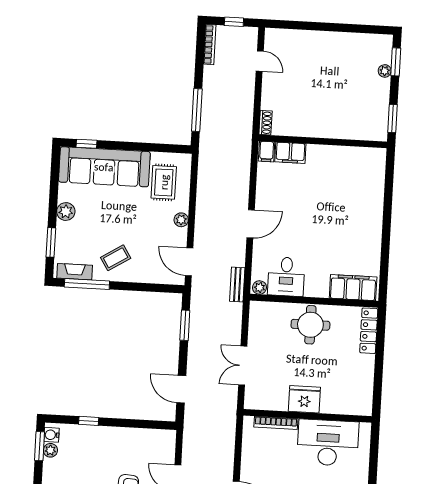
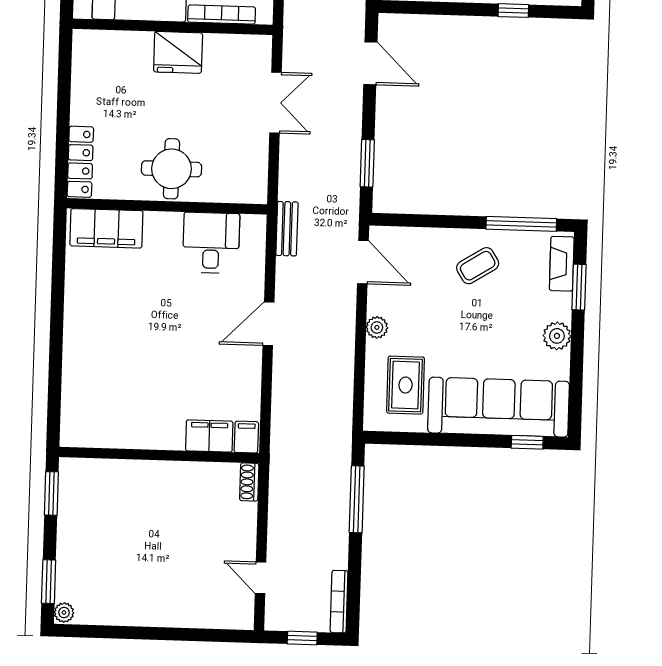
plant: (385, 71) -> (64, 613), moved
fireplace: (75, 272) -> (562, 264), moved, turned 90
plant: (259, 288) -> (252, 225), removed

